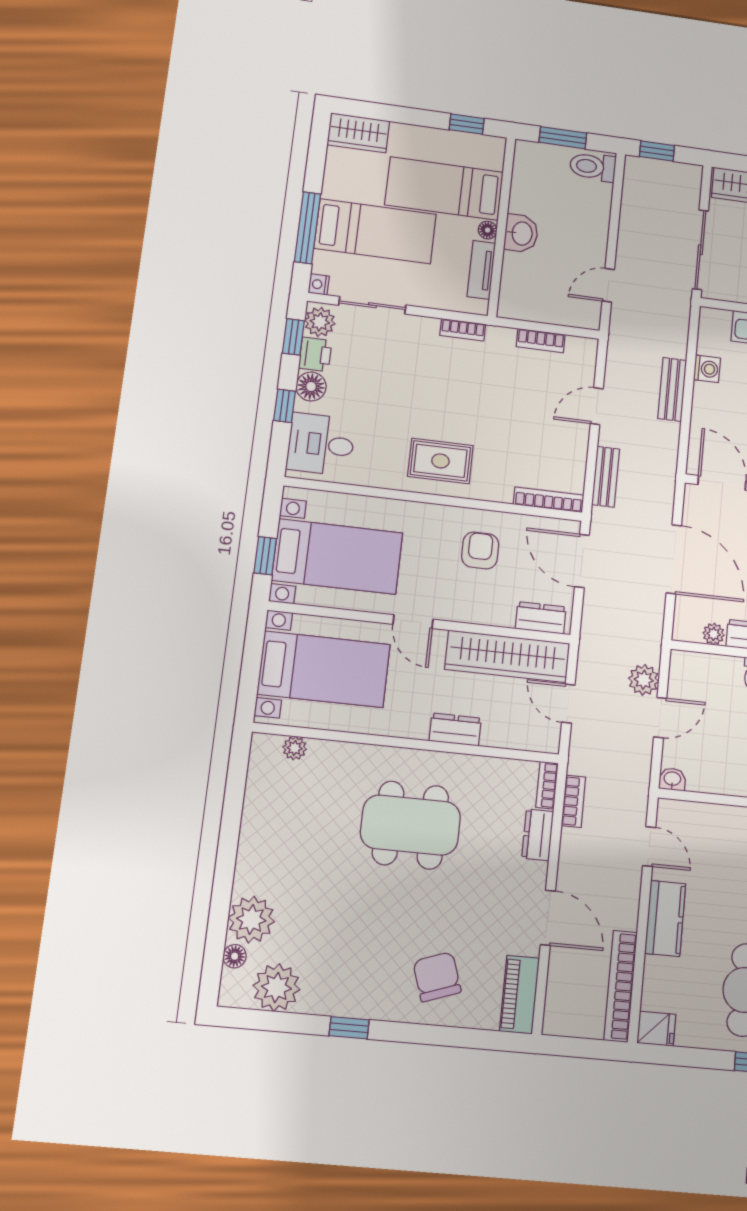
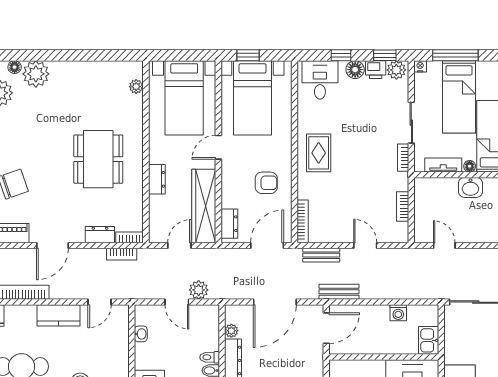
sliding door: (372, 305) -> (411, 123), moved
bench: (672, 389) -> (339, 292), moved
washbasin: (672, 779) -> (141, 334), moved

